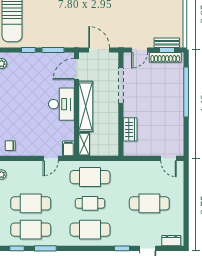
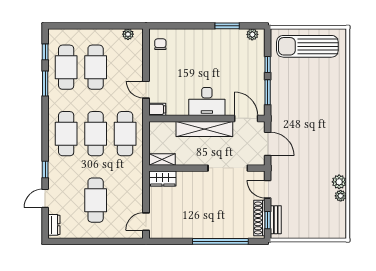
door: (99, 50) -> (268, 144), hinge flipped
wardrobe: (130, 129) -> (163, 179), moved
shelving: (84, 144) -> (162, 160), moved
cafe table: (90, 203) -> (96, 134), width x1.37, depth x1.35

